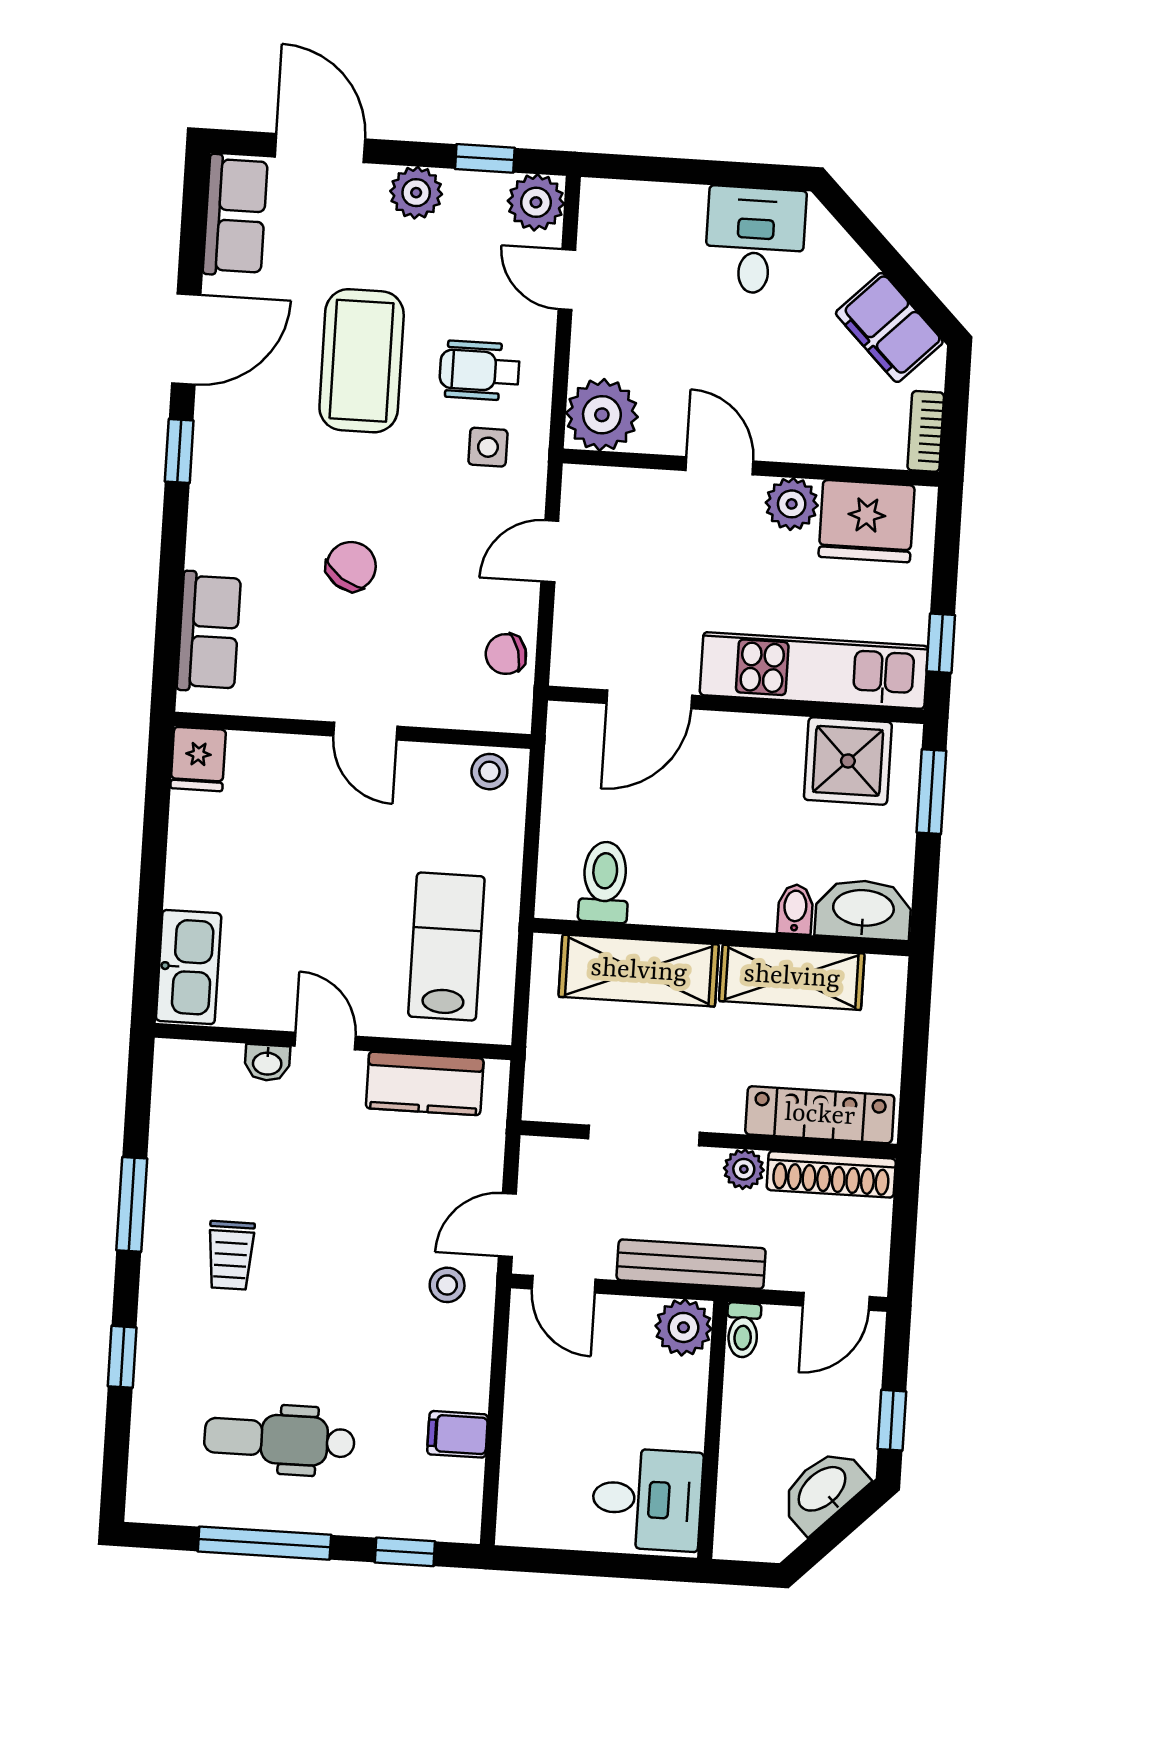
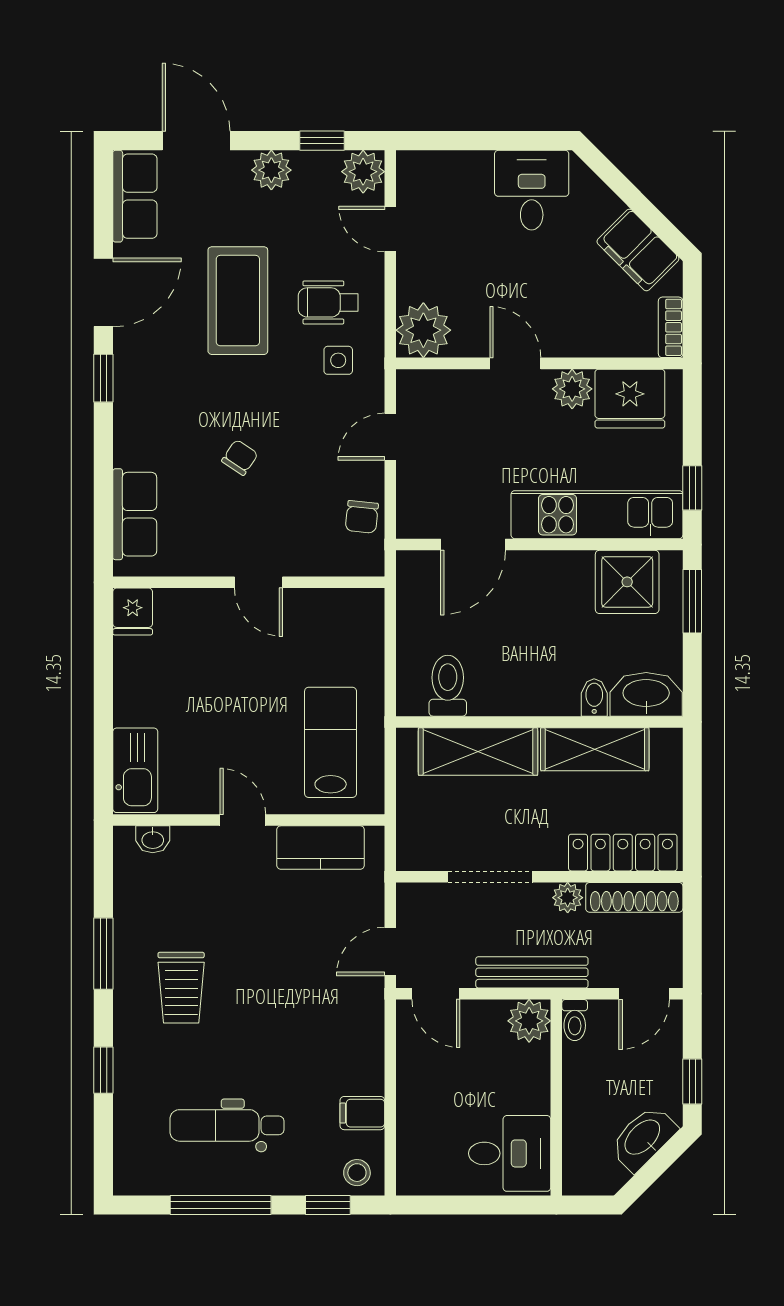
chair: (351, 566) -> (240, 457), width x0.73, depth x0.73
chair: (506, 654) -> (362, 517), turned -68
stool: (489, 772) -> (355, 607), removed
washbasin: (267, 1063) -> (153, 839), moved
trolley: (231, 1255) -> (181, 988), width x1.36, depth x1.39
stool: (447, 1285) -> (357, 1173), moved

